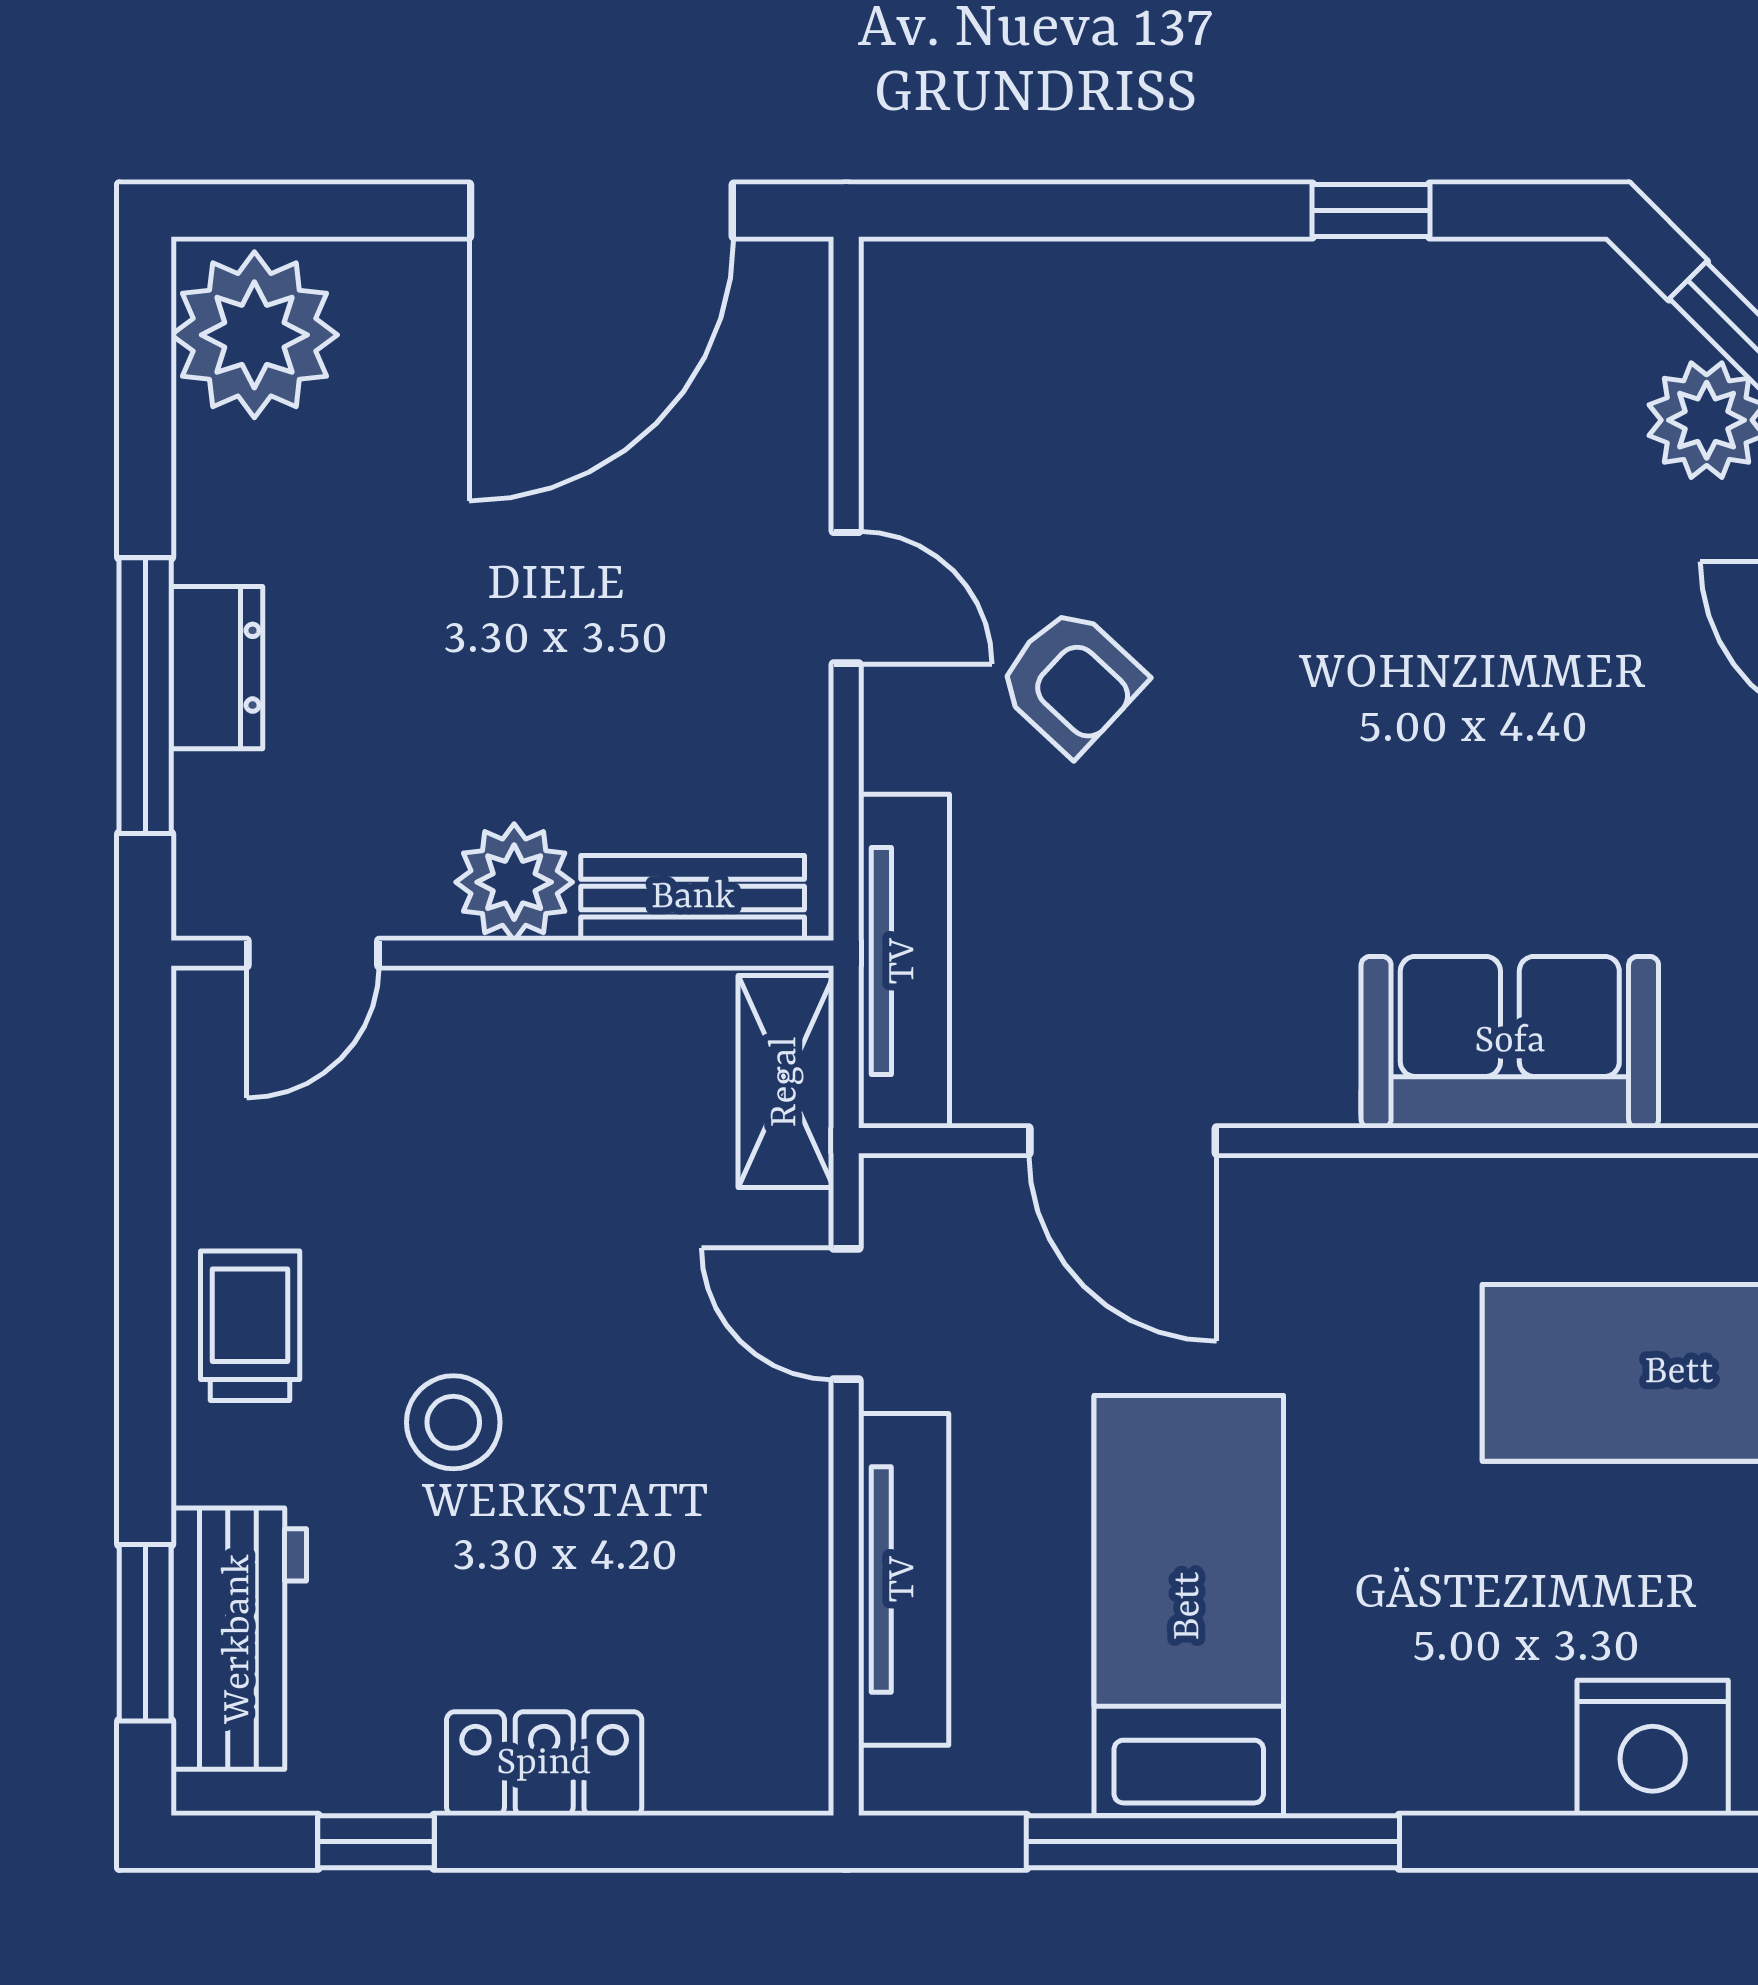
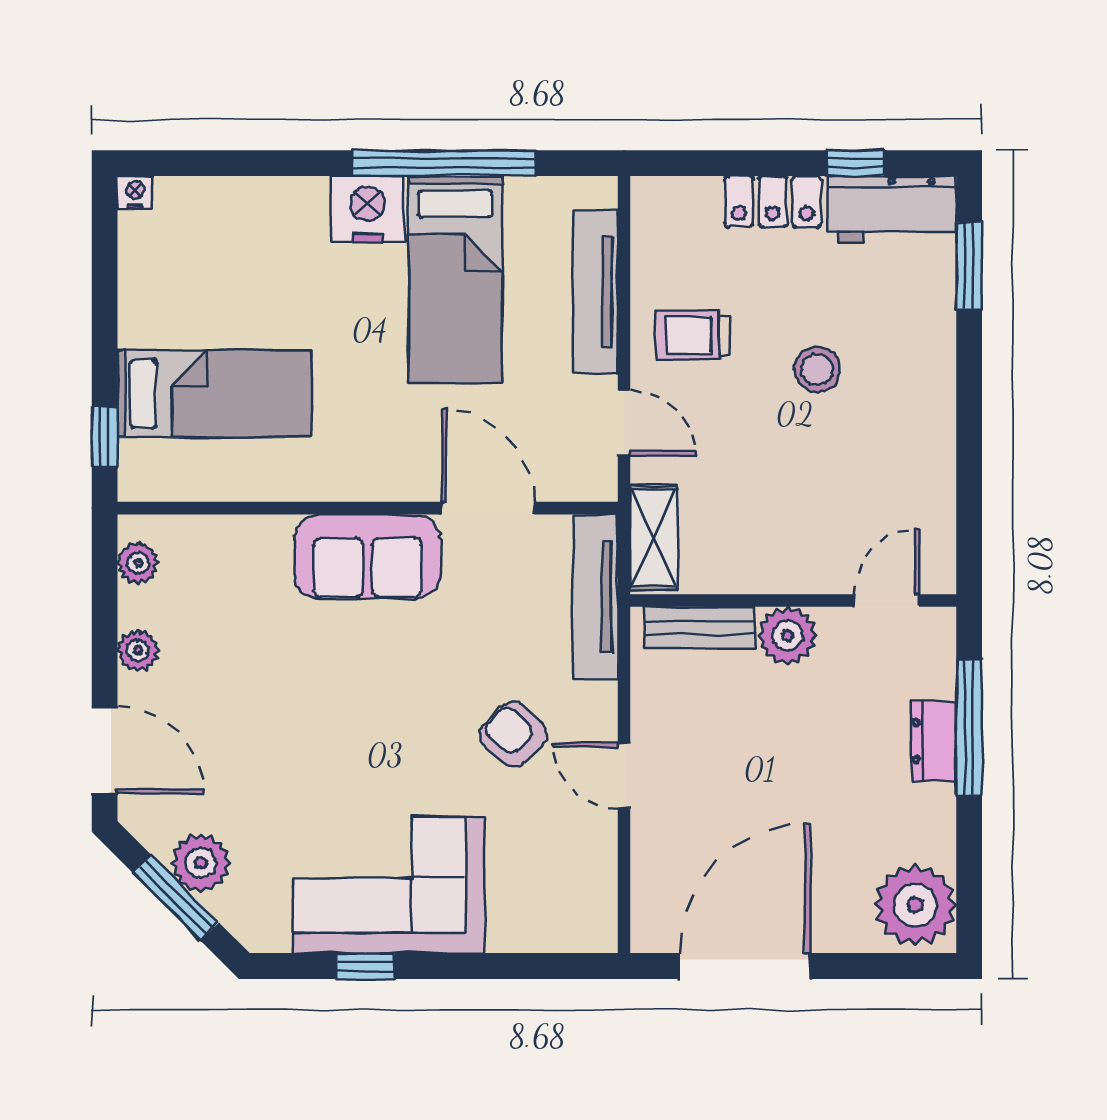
corner sofa: (1324, 375) -> (389, 885), added
sofa: (1510, 1042) -> (367, 557), moved
trolley: (250, 1326) -> (693, 335), moved, turned 90
workbench: (239, 1639) -> (892, 209), moved, turned -90
nightstand: (1653, 1748) -> (368, 209), moved

